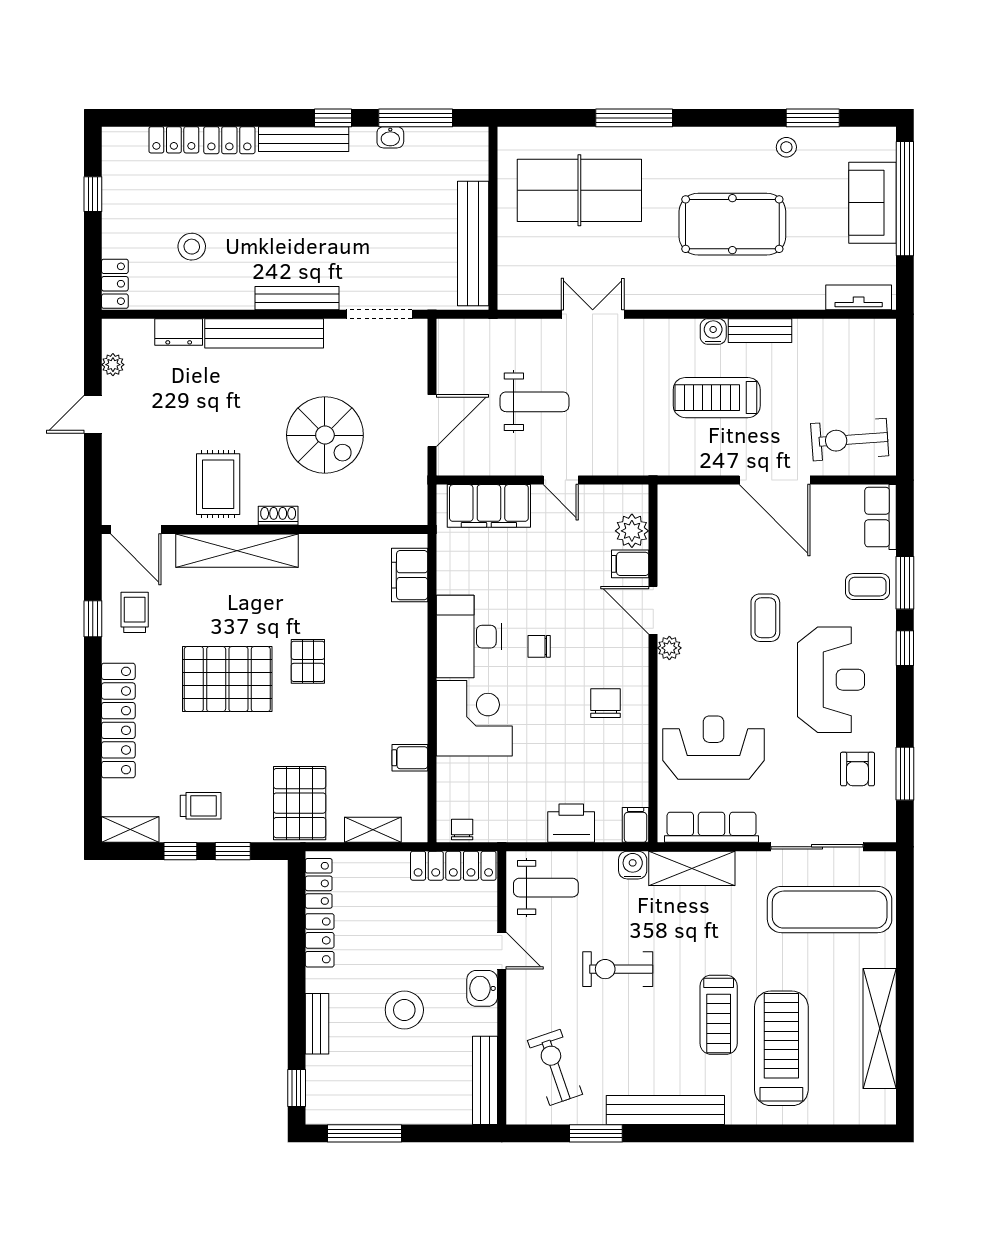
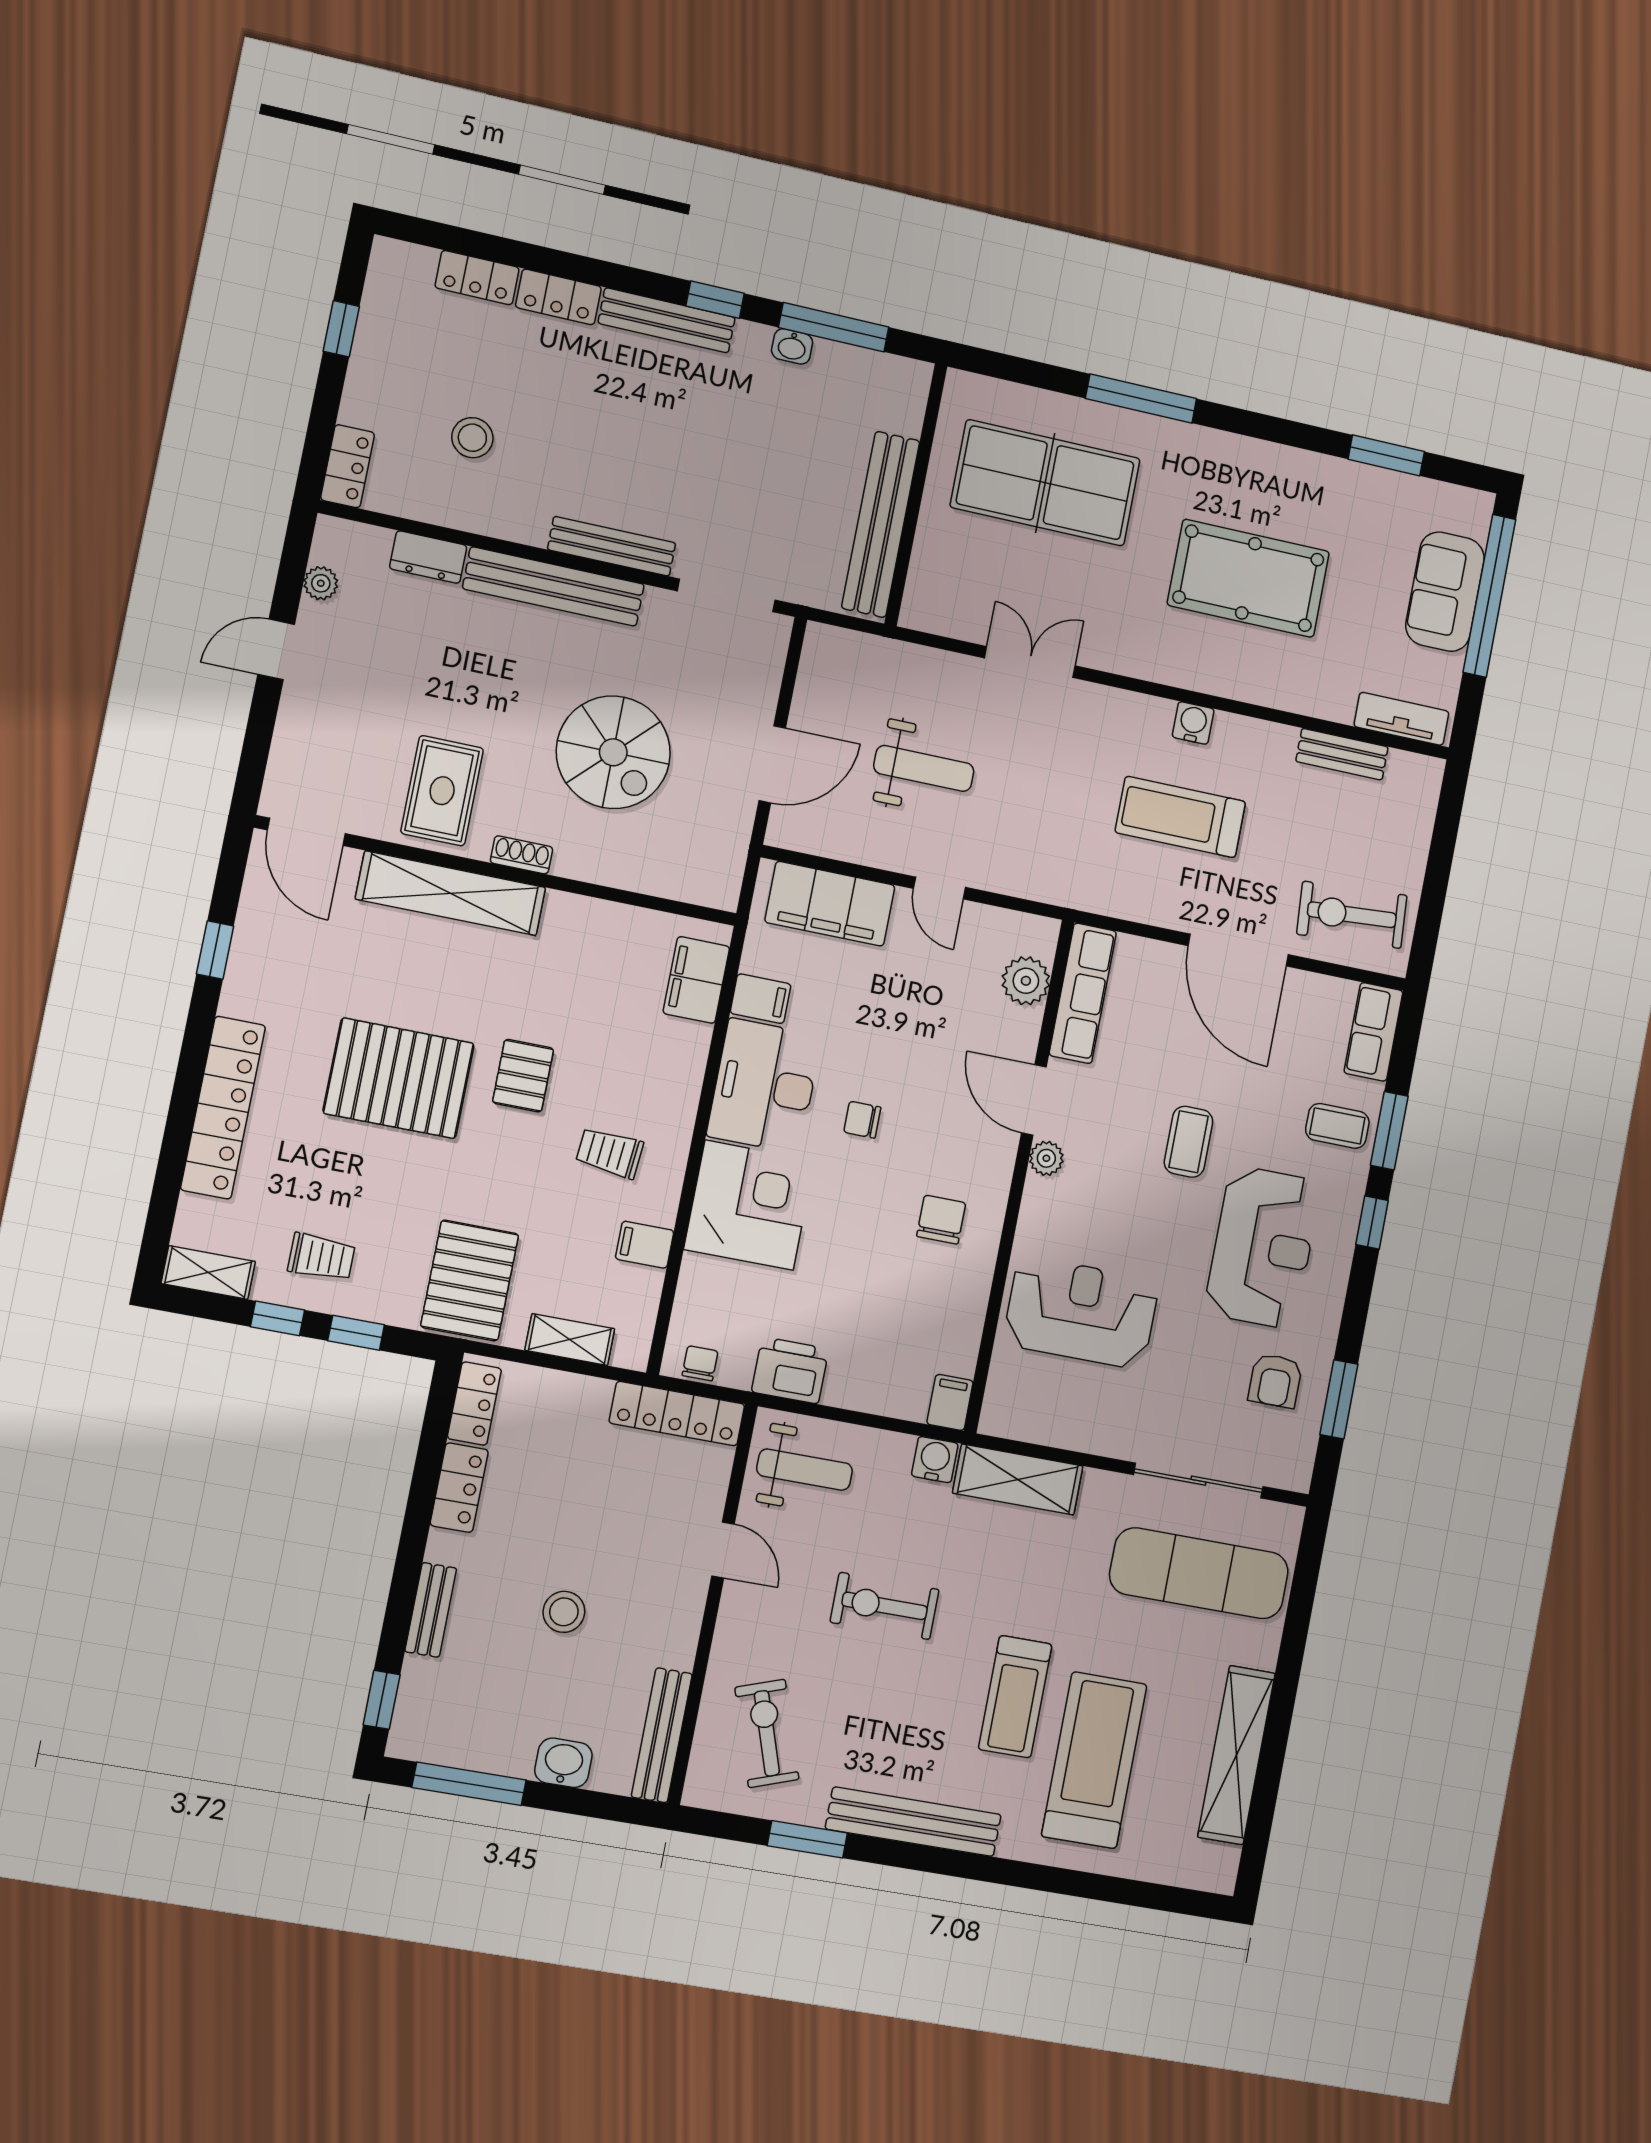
stool: (786, 147) -> (1343, 488), removed
bench: (760, 331) -> (1342, 754), moved
filing cabinet: (630, 564) -> (761, 999), moved, turned 180
trolley: (135, 612) -> (610, 1153), moved, turned -85
printer: (571, 823) -> (790, 1370), moved
row of seats: (712, 827) -> (1083, 993), moved, turned 90
washbasin: (482, 988) -> (563, 1763), moved, turned 90
stool: (404, 1010) -> (564, 1612), width x0.73, depth x0.73

